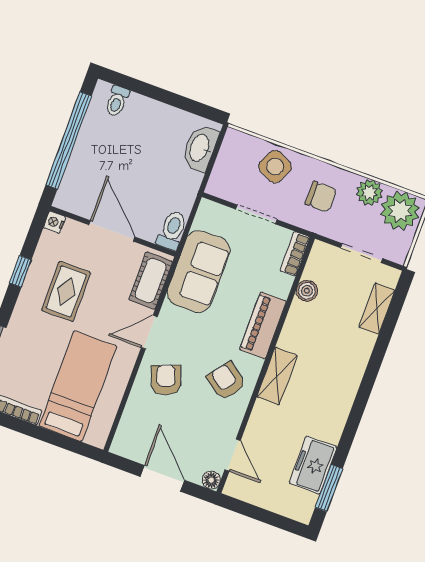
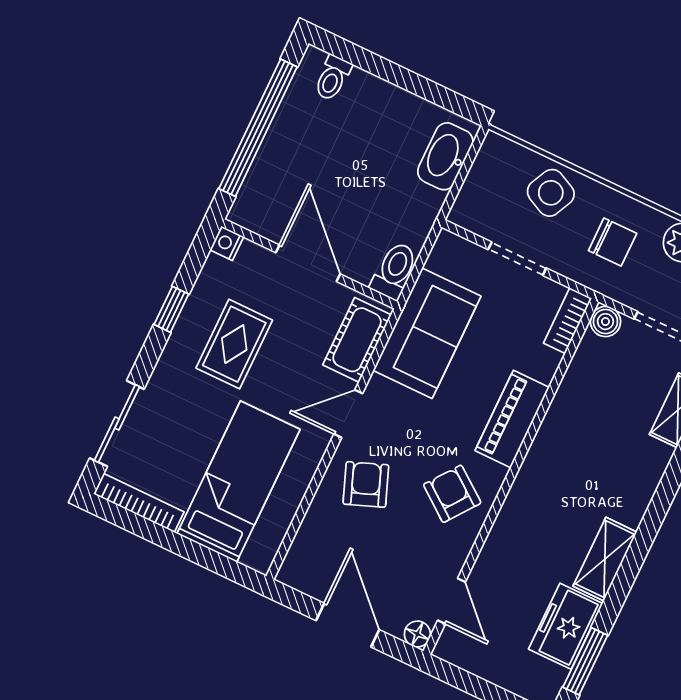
boiler: (307, 291) -> (605, 322), moved
shelving: (277, 376) -> (605, 559), moved

